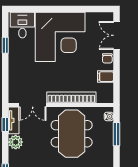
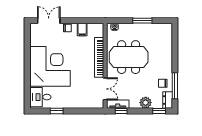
double door: (116, 35) -> (49, 21), swing flipped
window: (116, 134) -> (142, 21), moved
plant: (16, 142) -> (146, 103), moved

